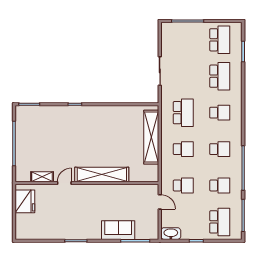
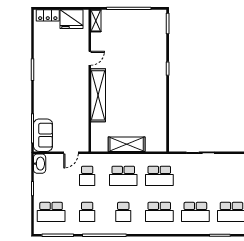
school desk: (220, 113) -> (159, 212), width x1.85
shelving: (151, 137) -> (127, 144), width x0.68
school desk: (183, 149) -> (123, 176), width x1.85
shelving: (42, 177) -> (96, 21), moved
door: (64, 183) -> (90, 58), hinge flipped
locker: (21, 225) -> (48, 15), added
sofa: (118, 230) -> (43, 135), moved

